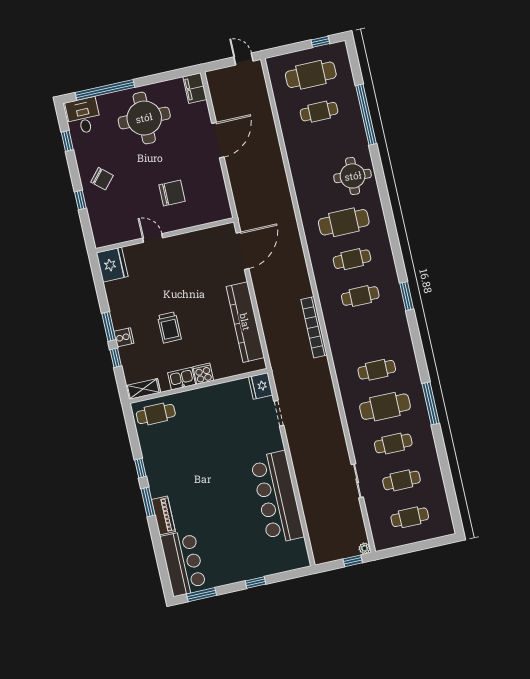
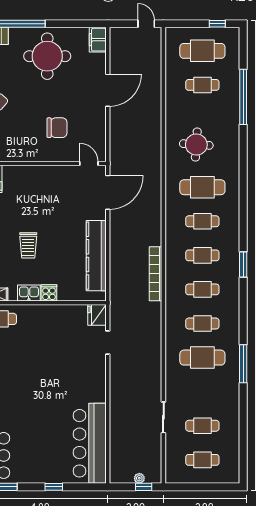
round table: (353, 176) -> (196, 145), moved
door: (153, 238) -> (89, 163), moved
cafe table: (393, 444) -> (202, 289), moved
bar counter: (277, 497) -> (90, 443), moved
plant: (365, 548) -> (139, 478), moved

